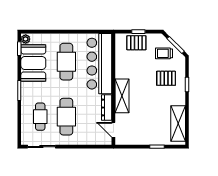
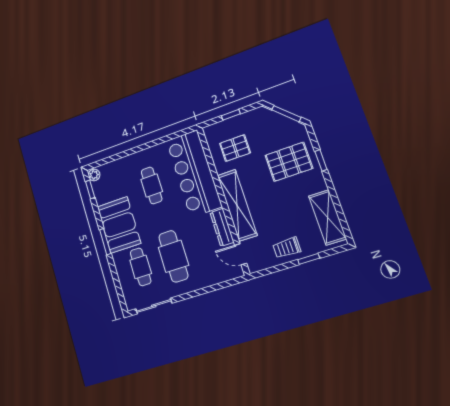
pallet: (136, 43) -> (235, 148), moved
trolley: (164, 53) -> (287, 248), moved
cafe table: (66, 62) -> (152, 185), width x0.73, depth x0.74
booth: (33, 63) -> (119, 225), moved
pallet: (166, 78) -> (289, 162), width x1.50, depth x1.42
shelving: (122, 96) -> (237, 205), width x1.47

